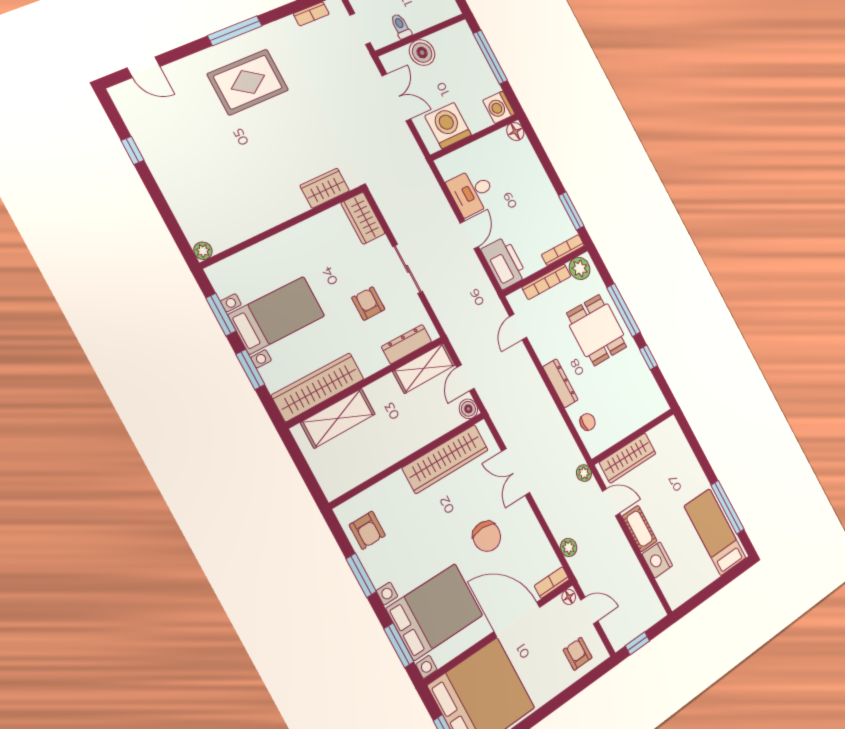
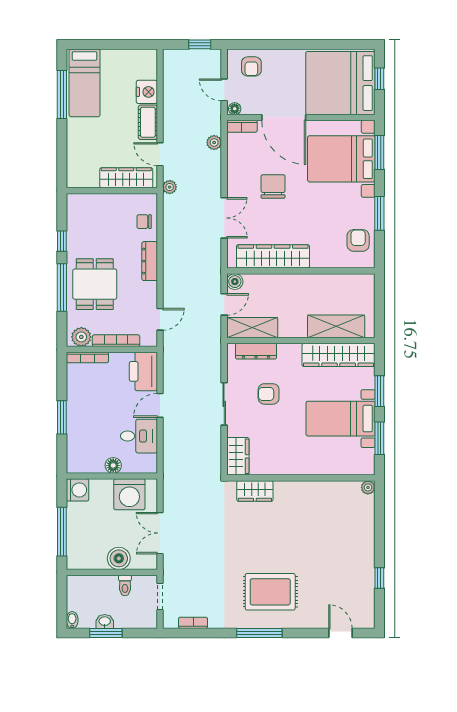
floor lamp: (515, 132) -> (113, 465), moved
window: (571, 211) -> (62, 417), moved
armchair: (368, 303) -> (269, 394), turned 90

